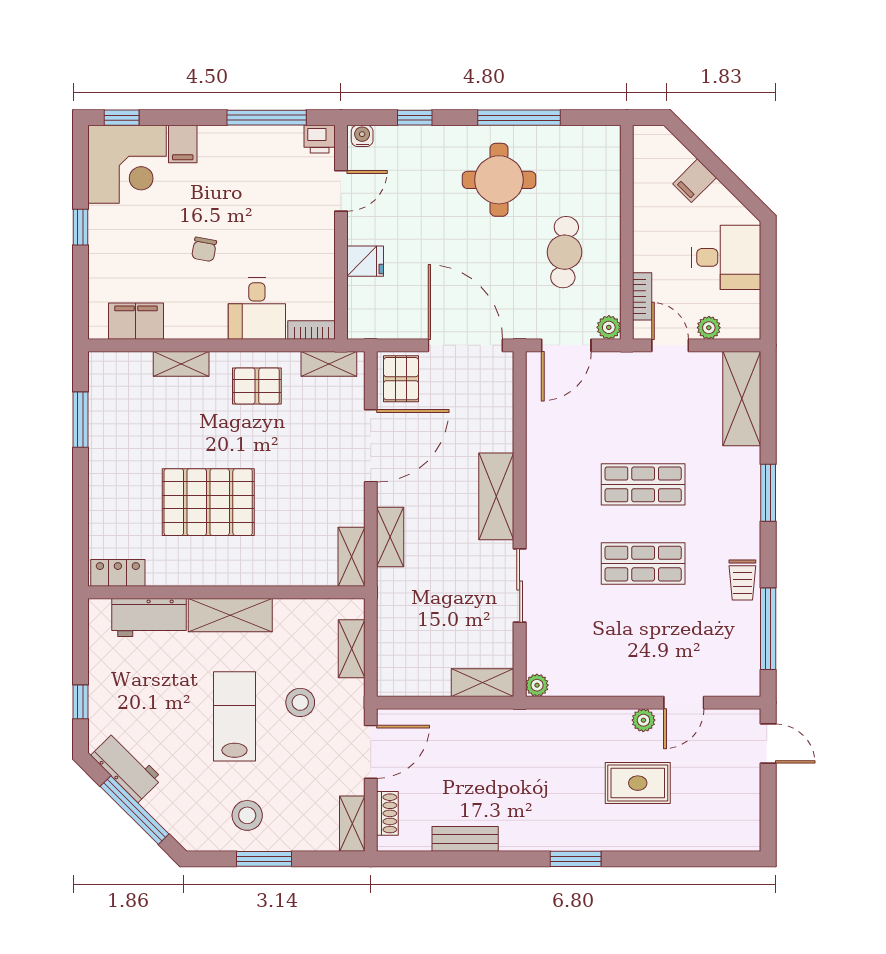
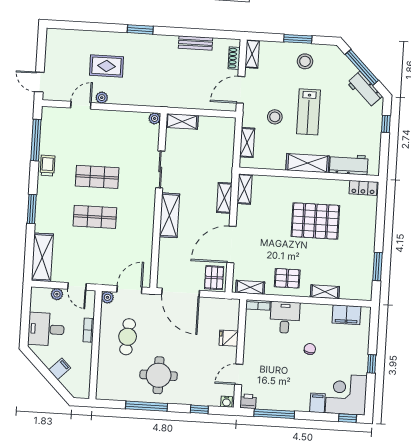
bookcase: (642, 296) -> (89, 330), moved

